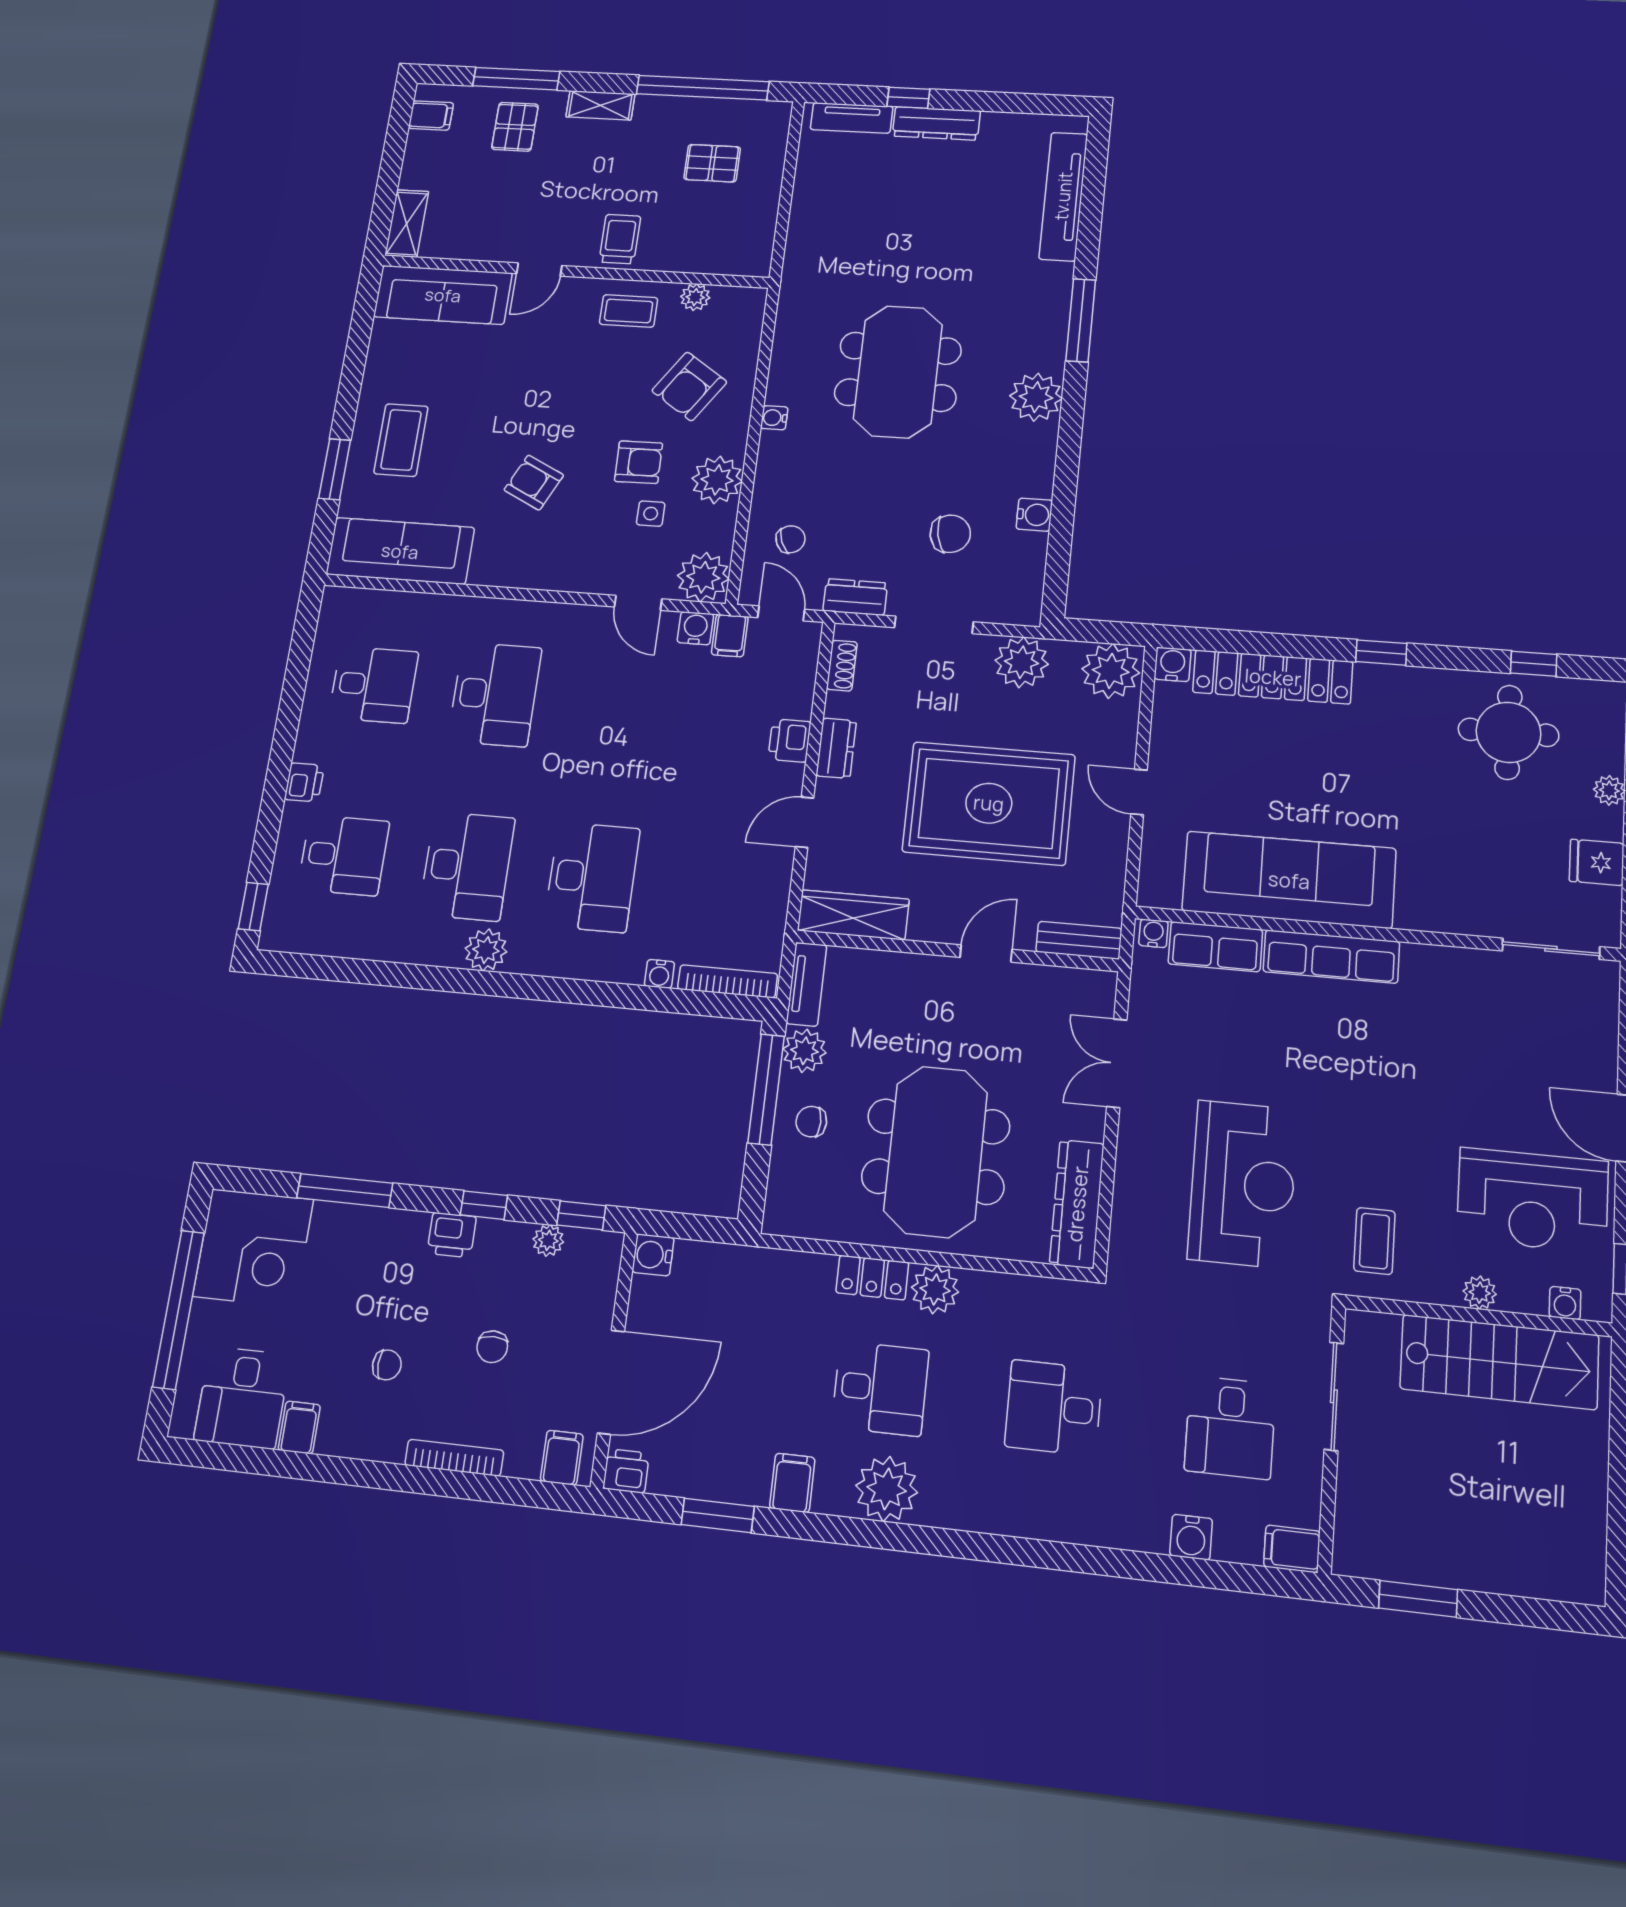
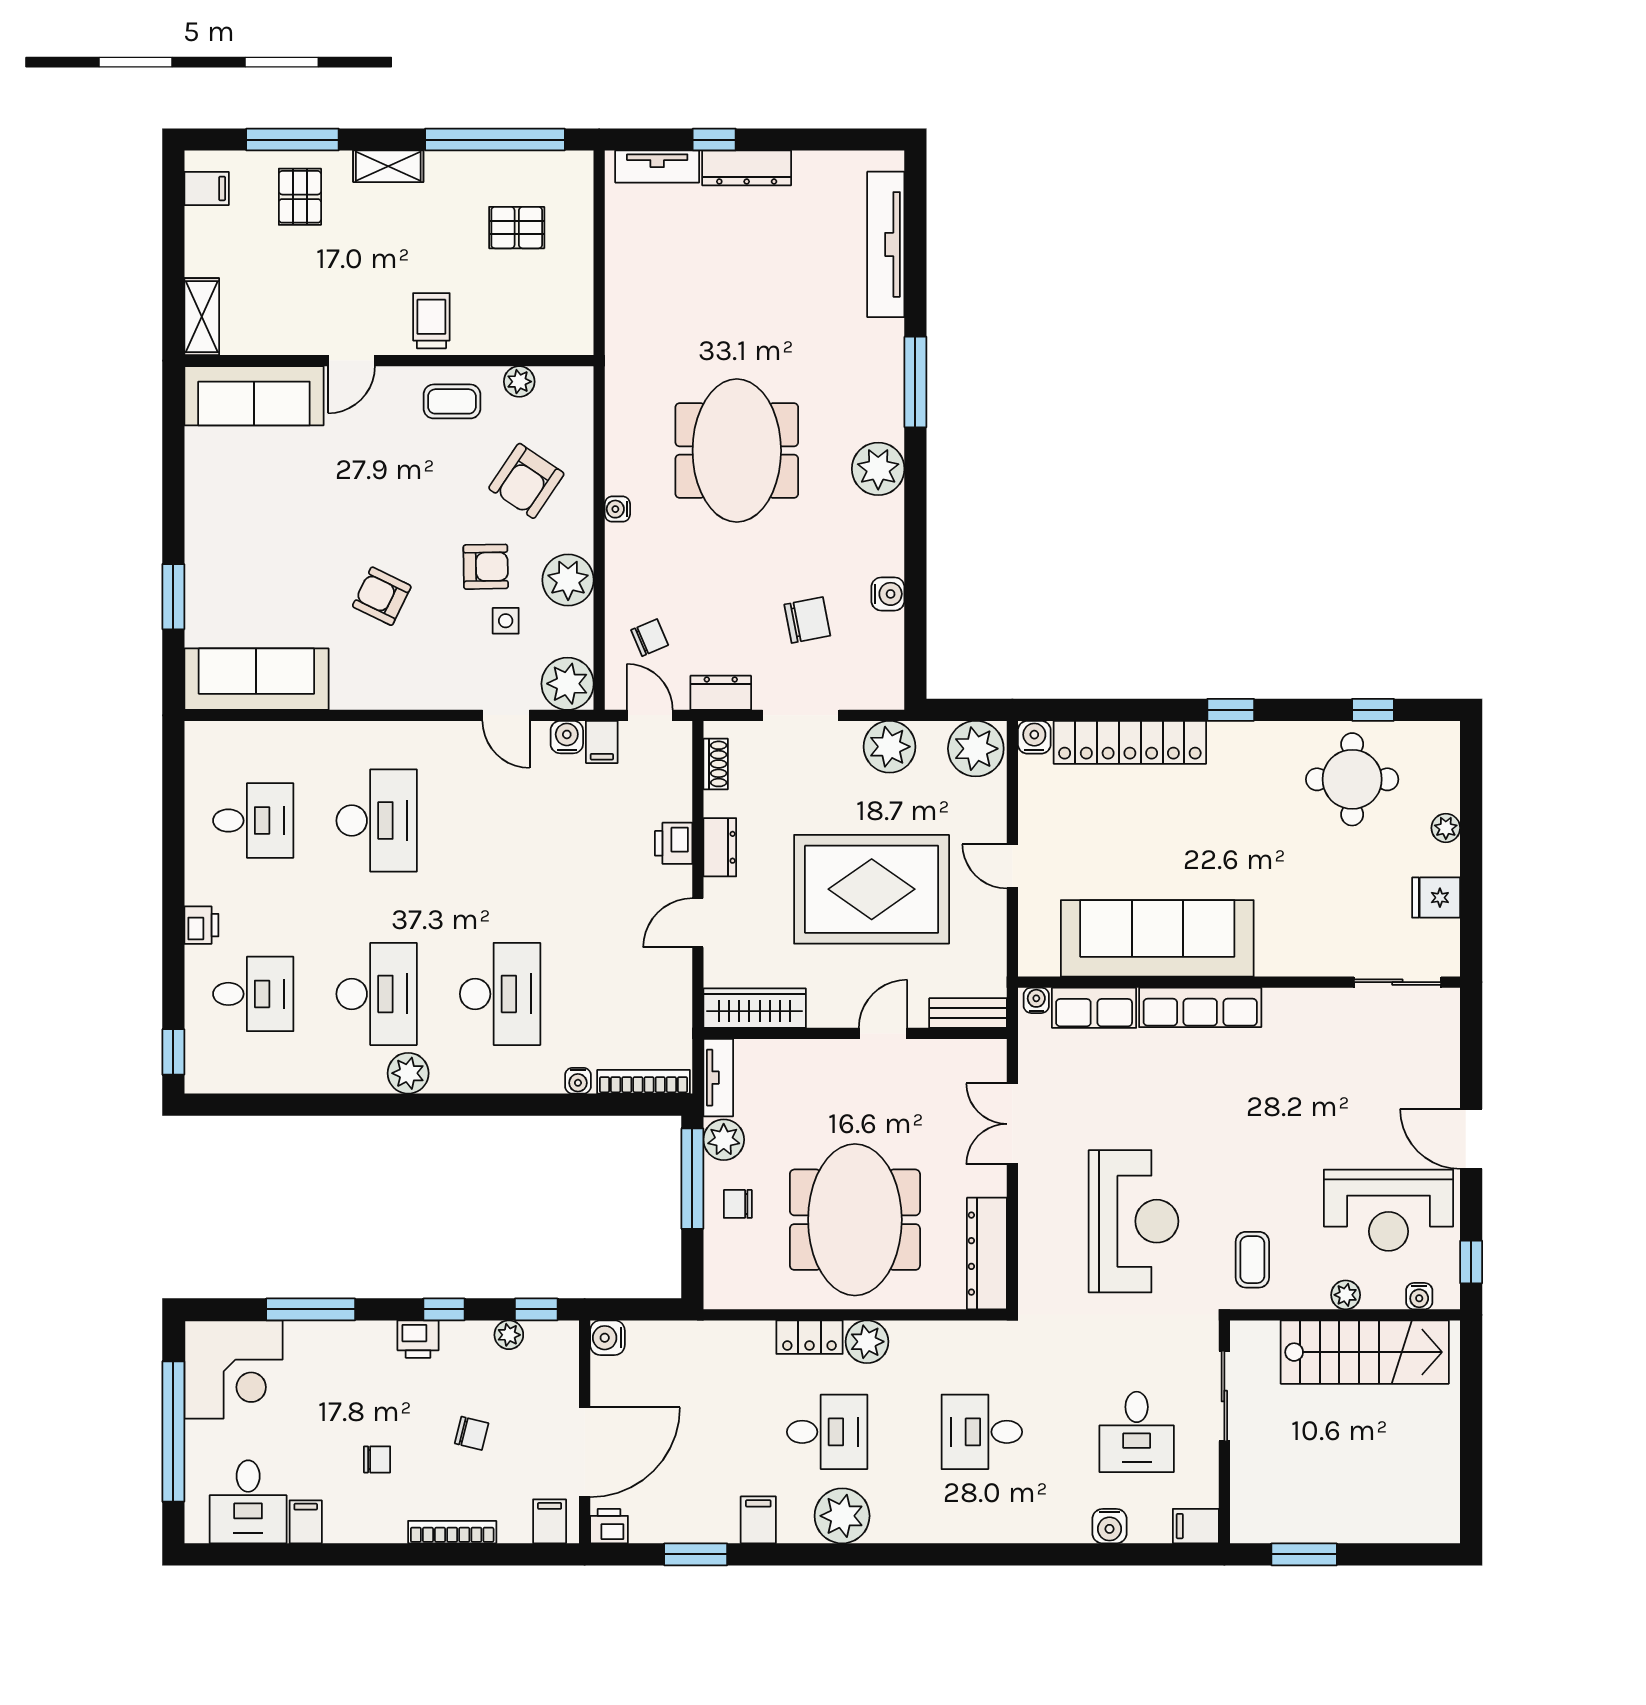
coffee table: (401, 440) -> (237, 560), removed
chair: (492, 1347) -> (472, 1433), turned -76

